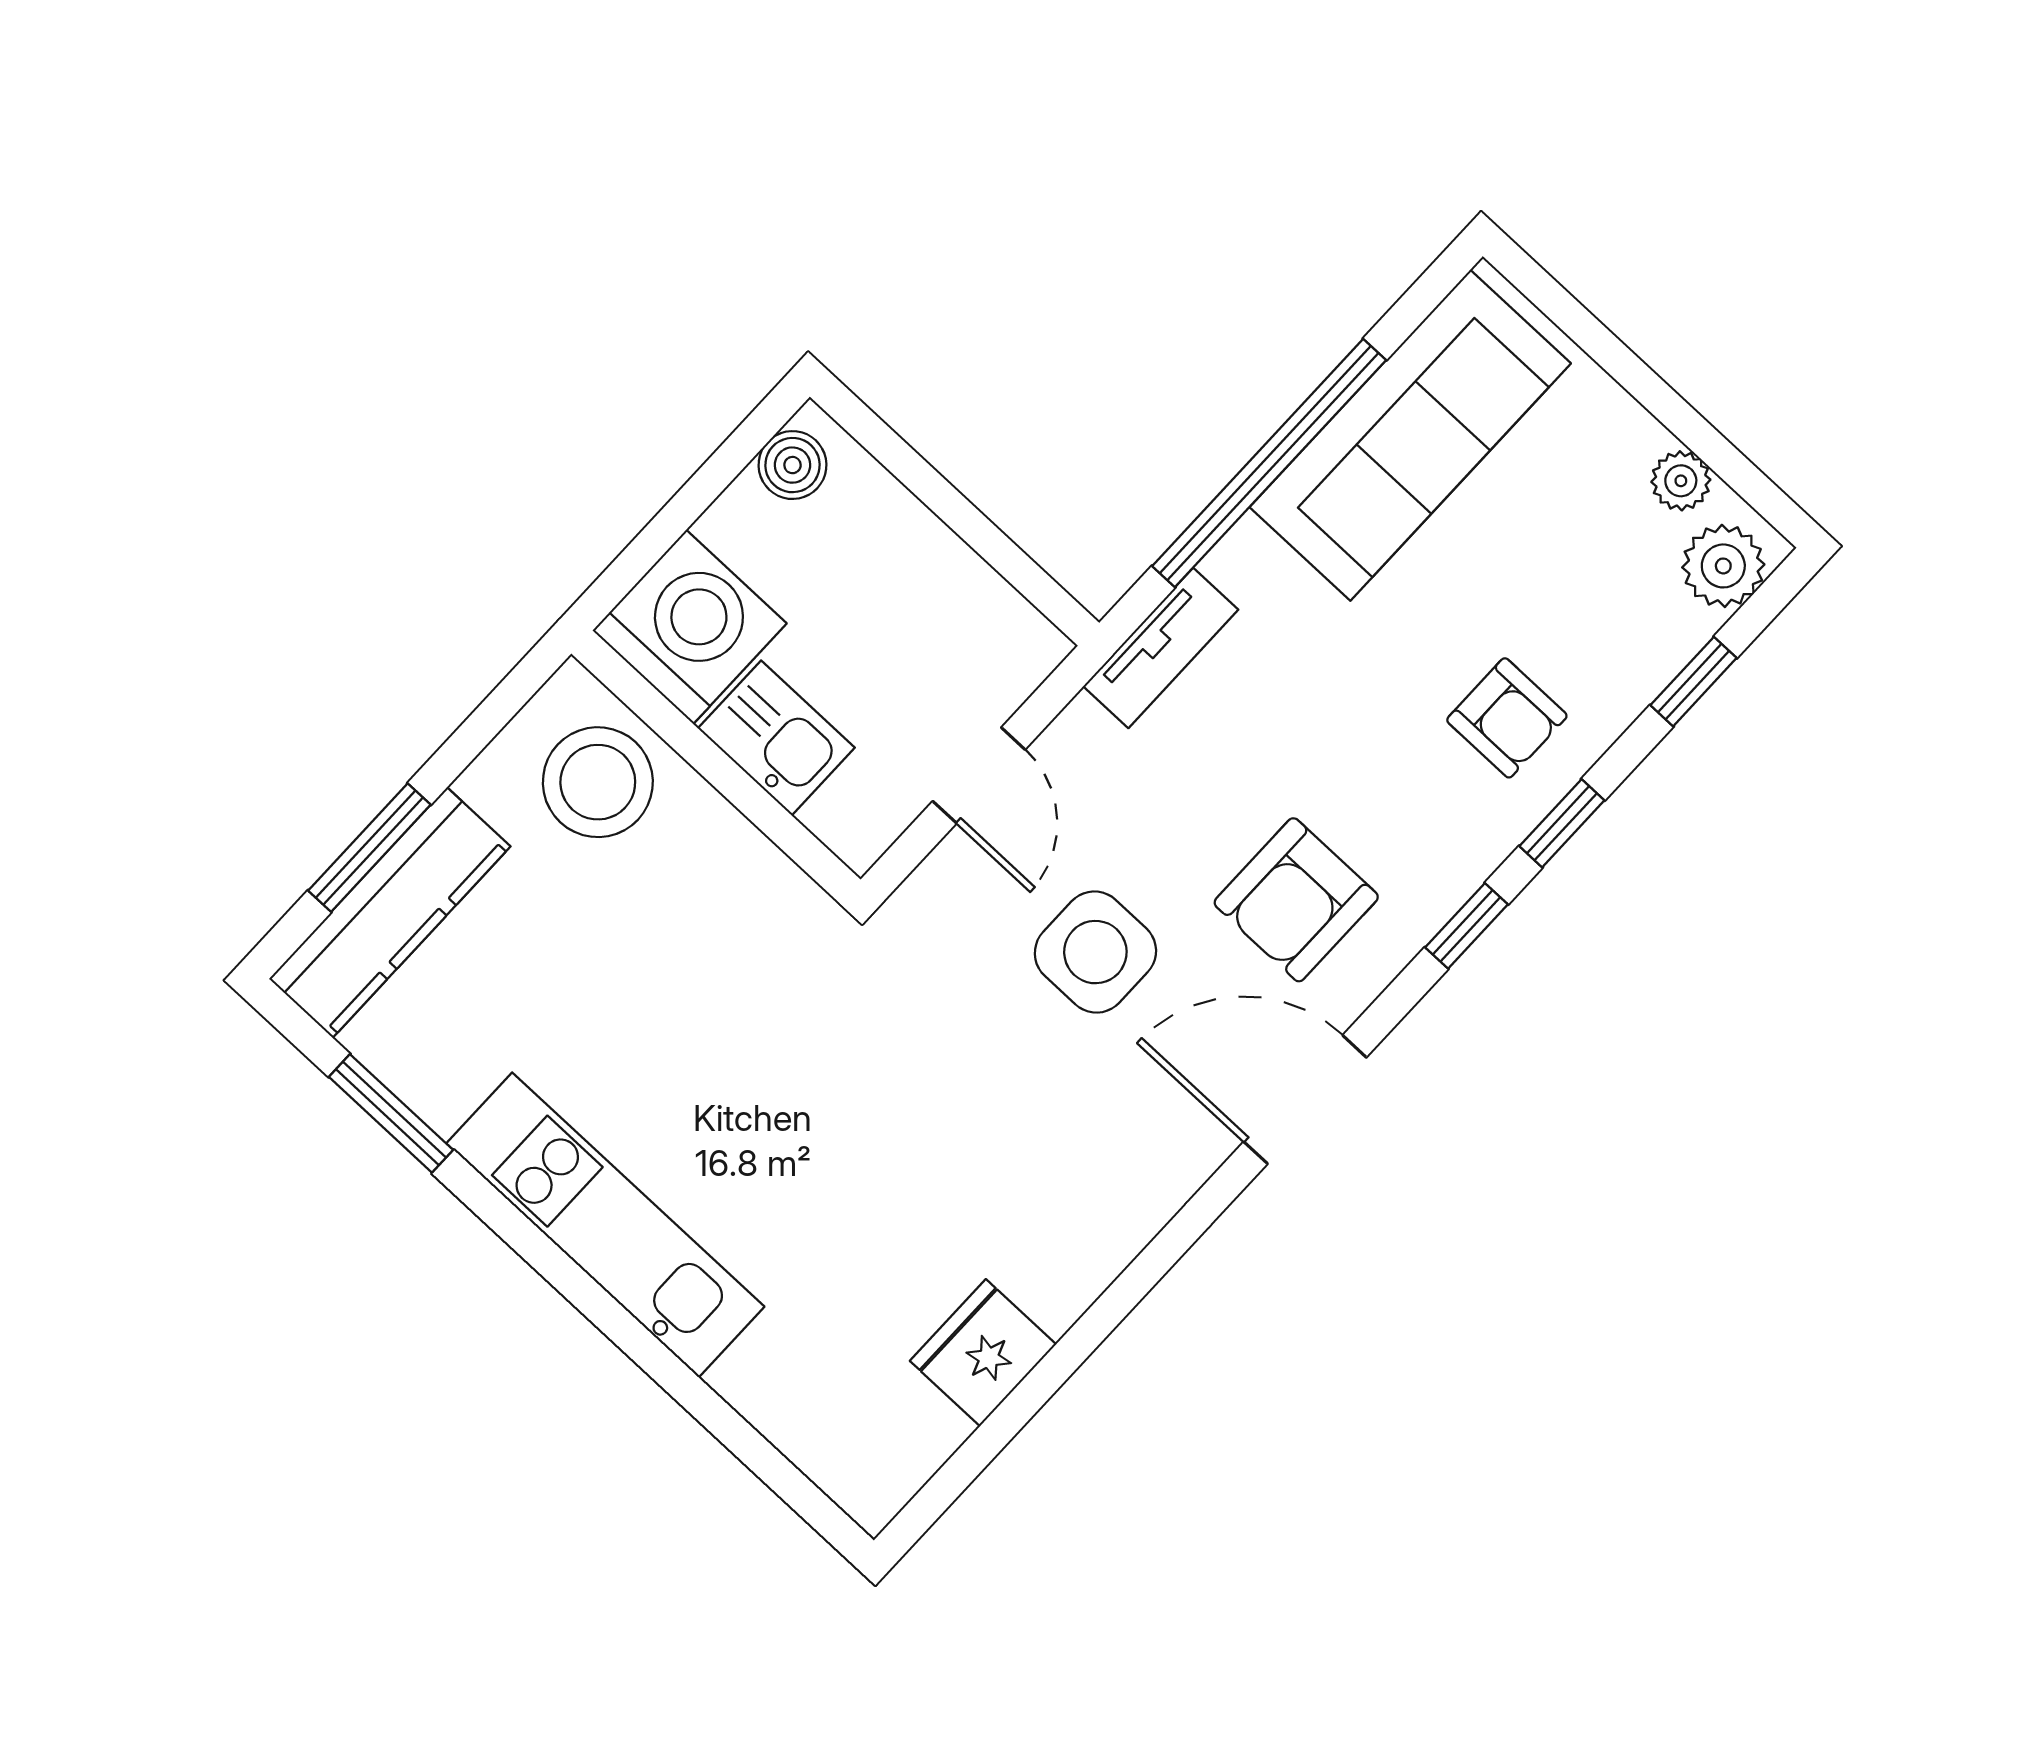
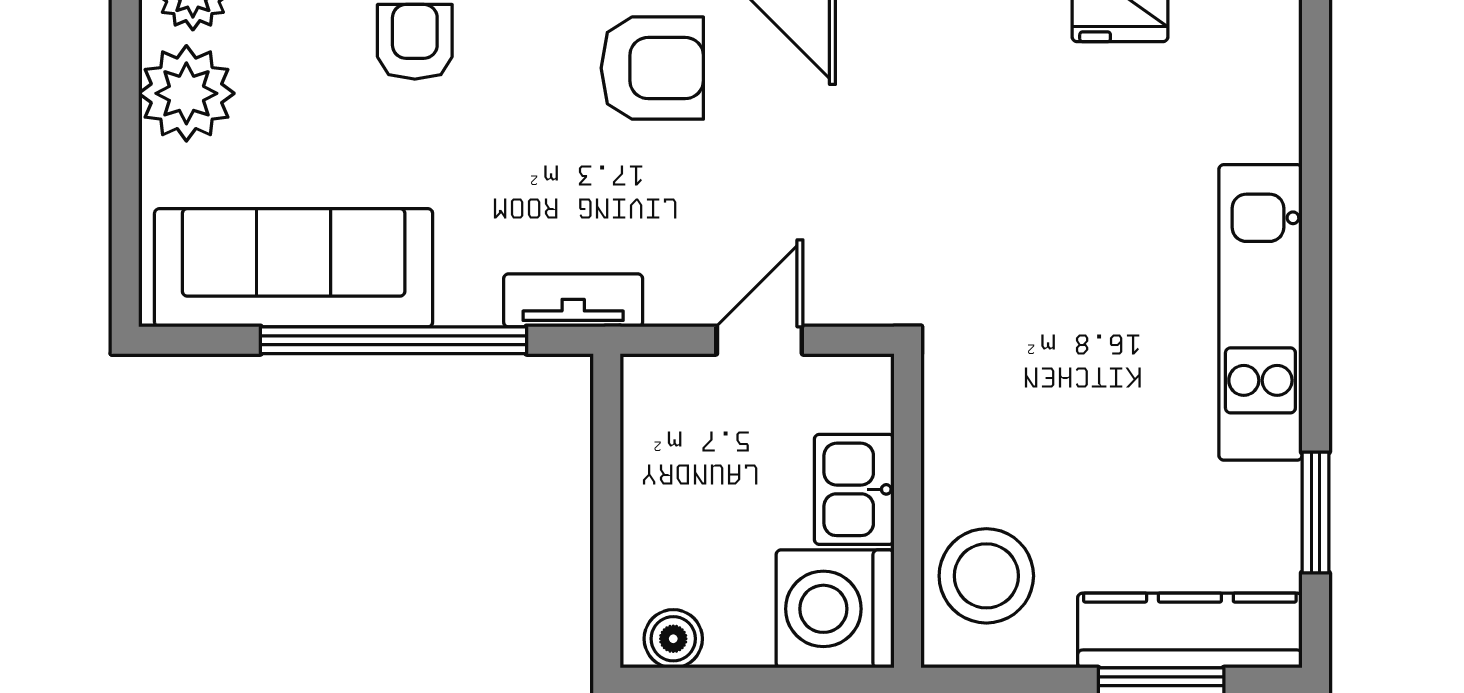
plant: (1681, 481) -> (186, 93), width x1.87, depth x1.87
side table: (1095, 952) -> (802, 164), removed

